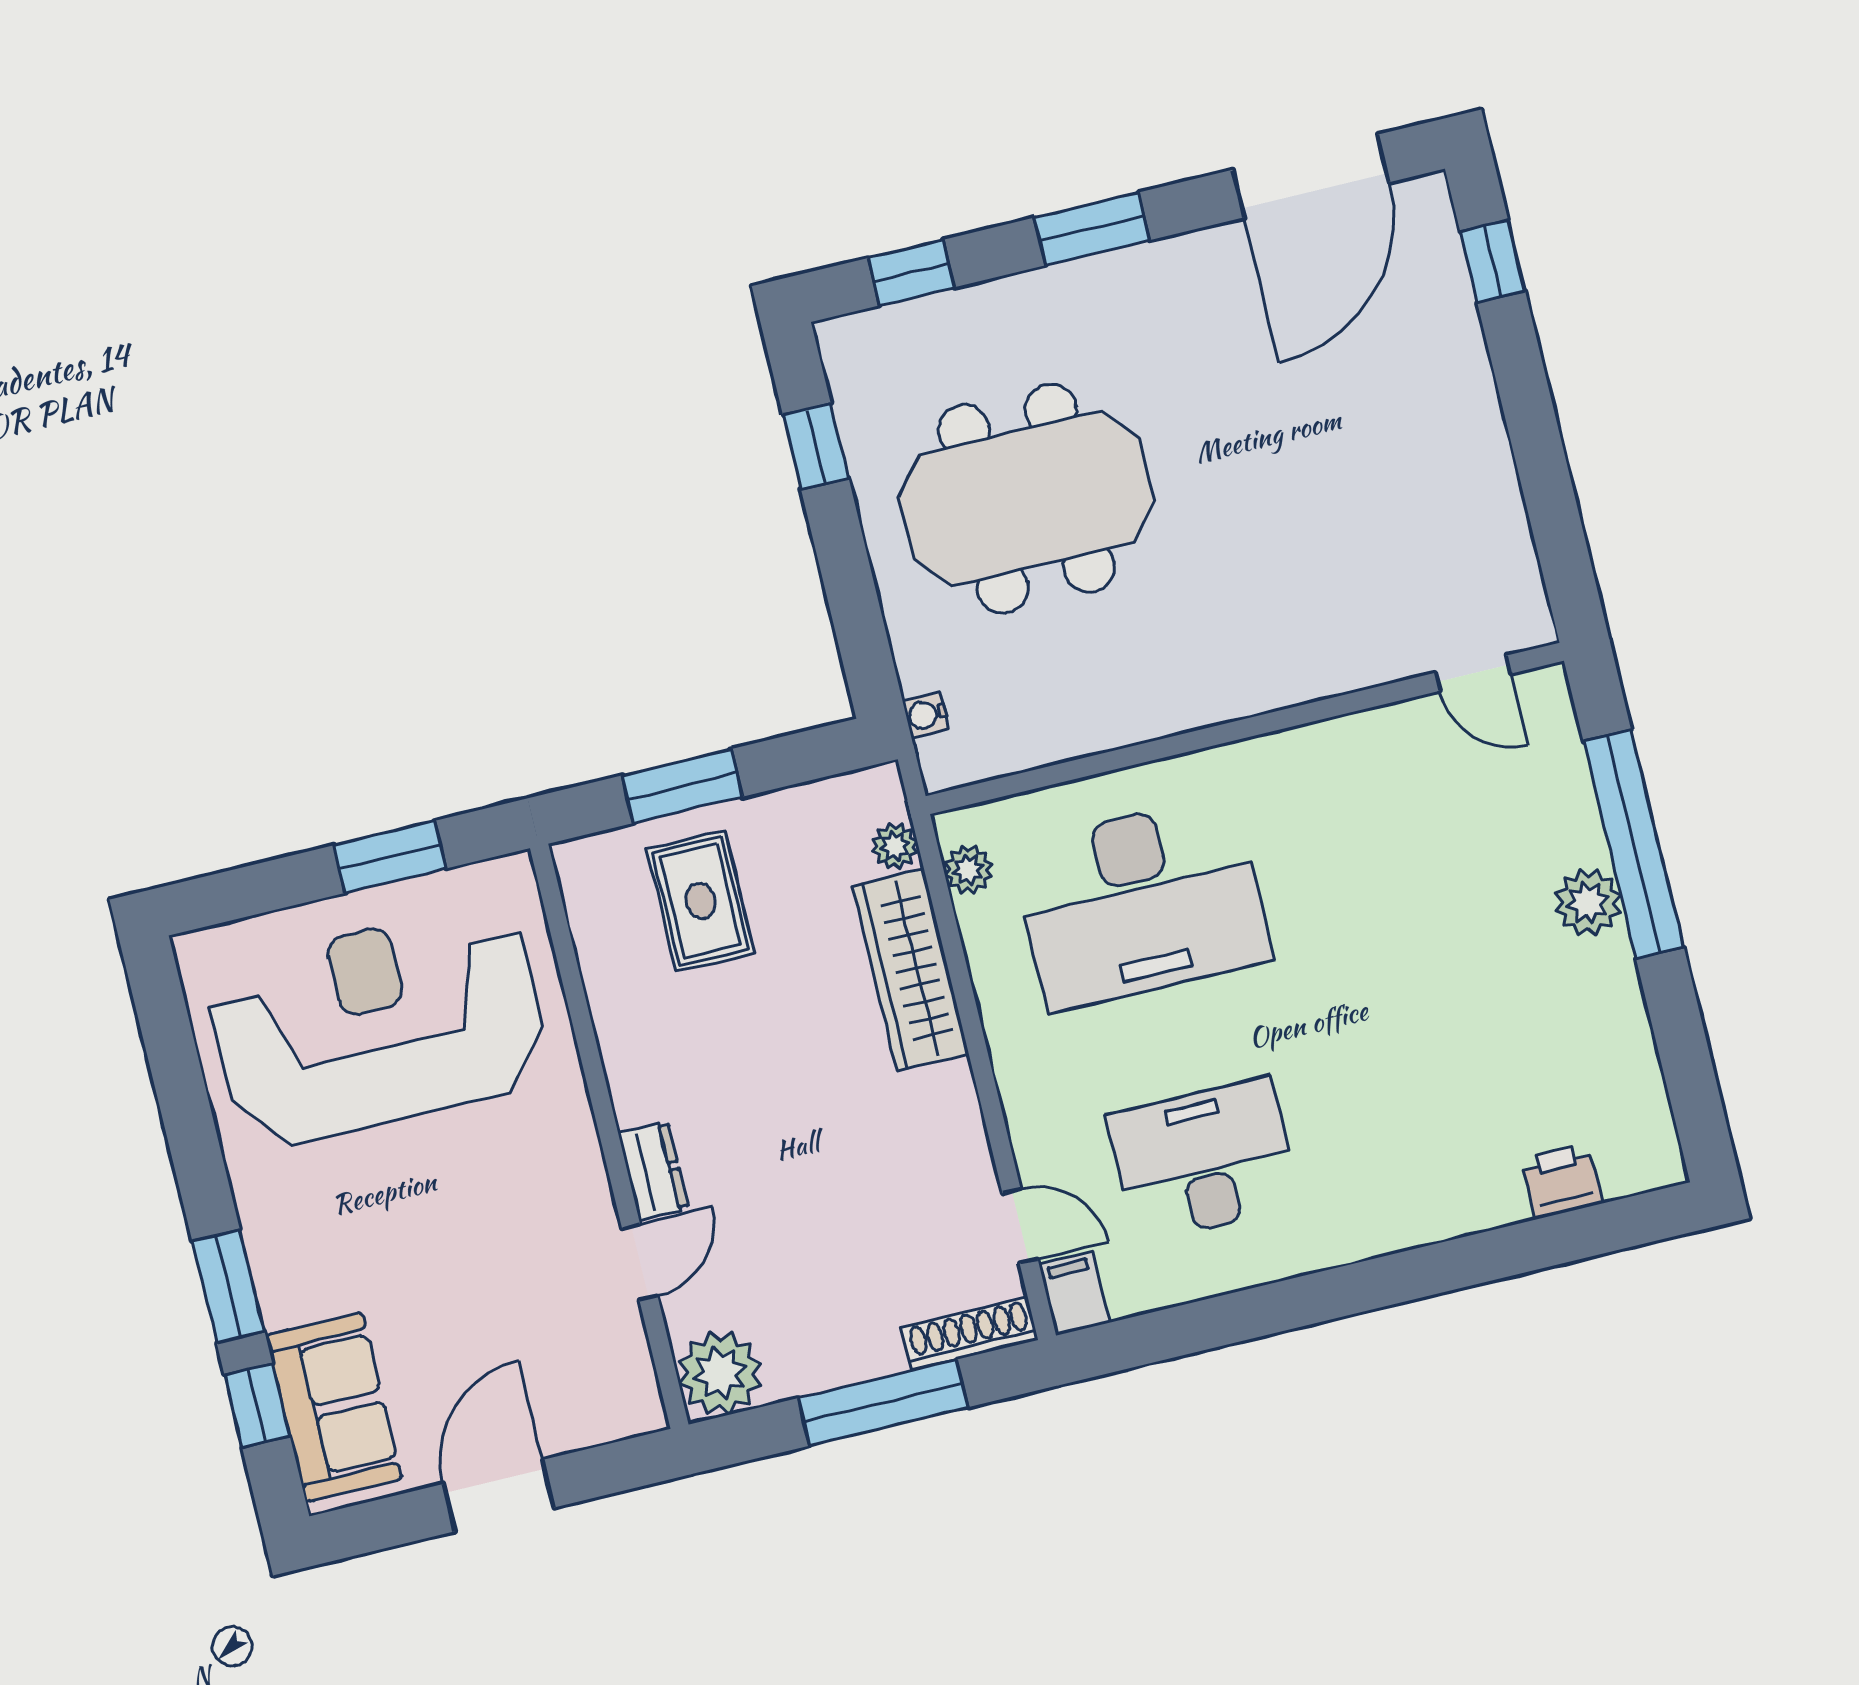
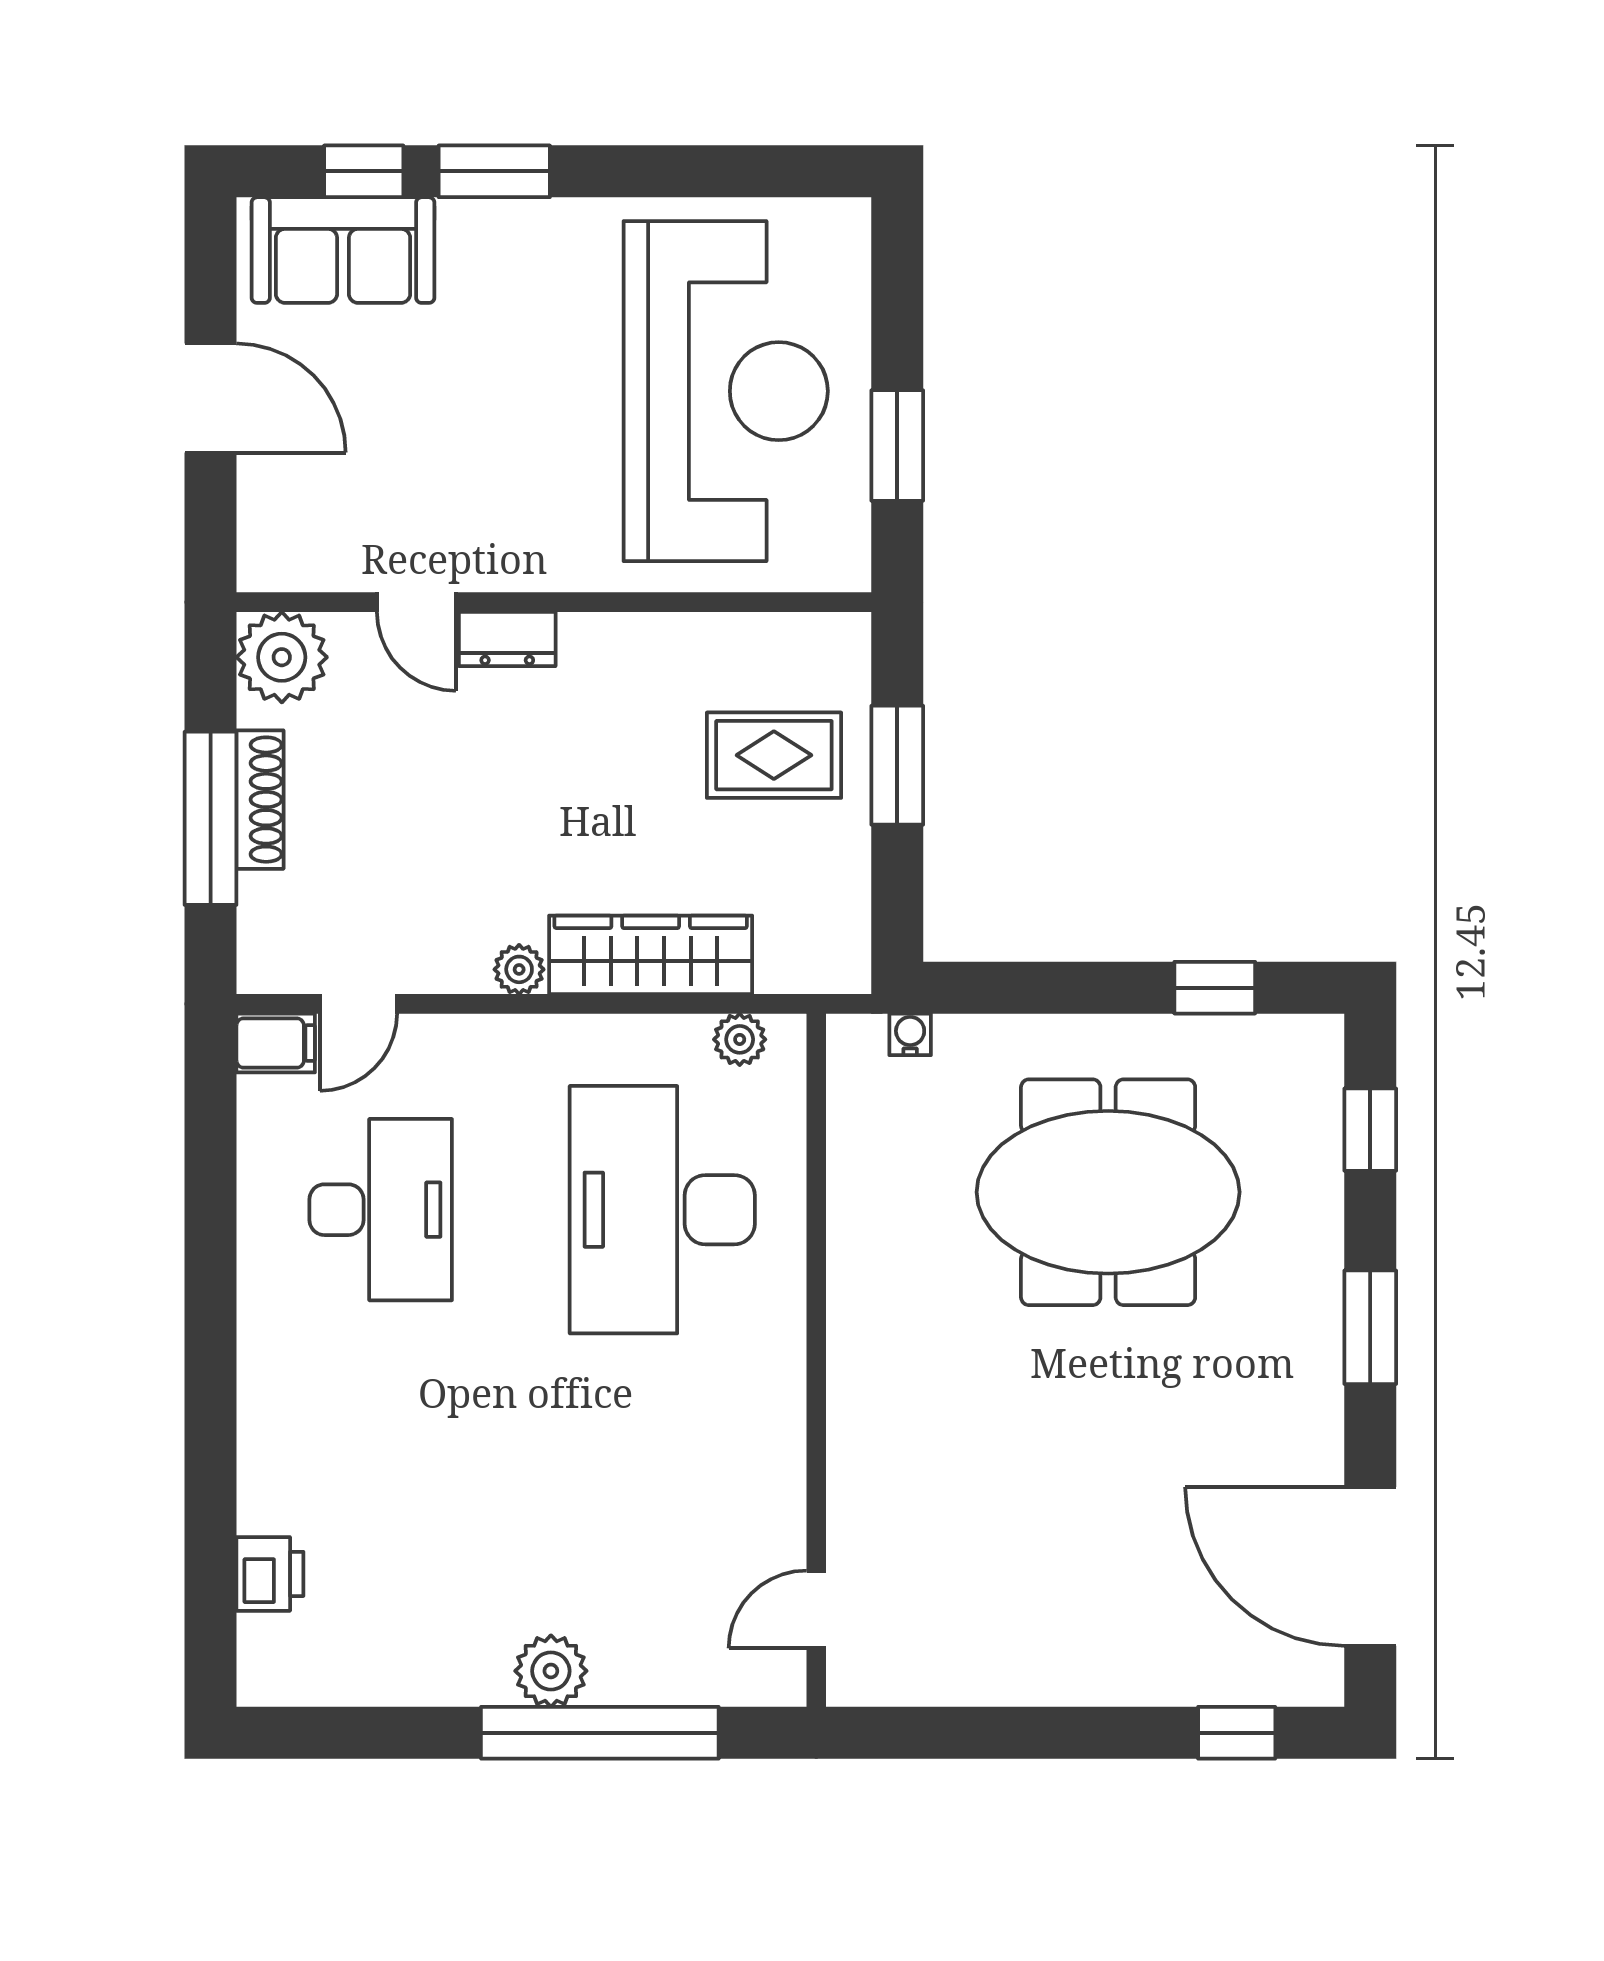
meeting table: (1027, 499) -> (1108, 1192), turned 90
plant: (895, 846) -> (519, 969), moved
shoe rack: (970, 1334) -> (260, 800), moved

